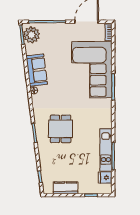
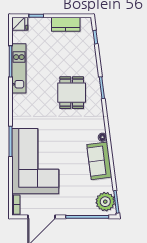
fridge: (105, 178) -> (20, 24), moved

